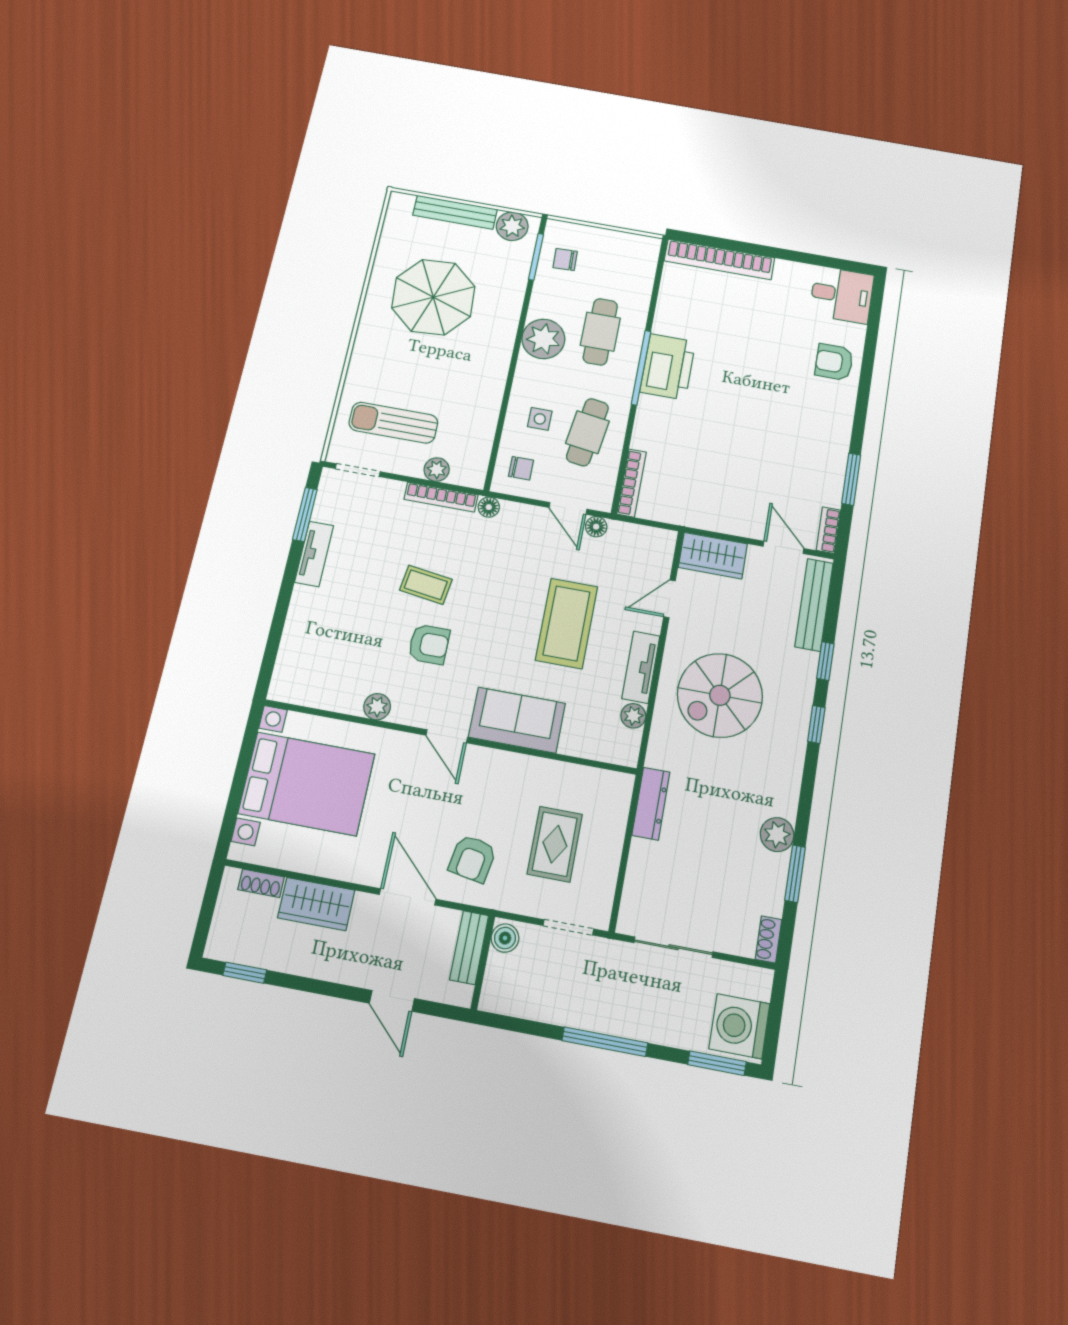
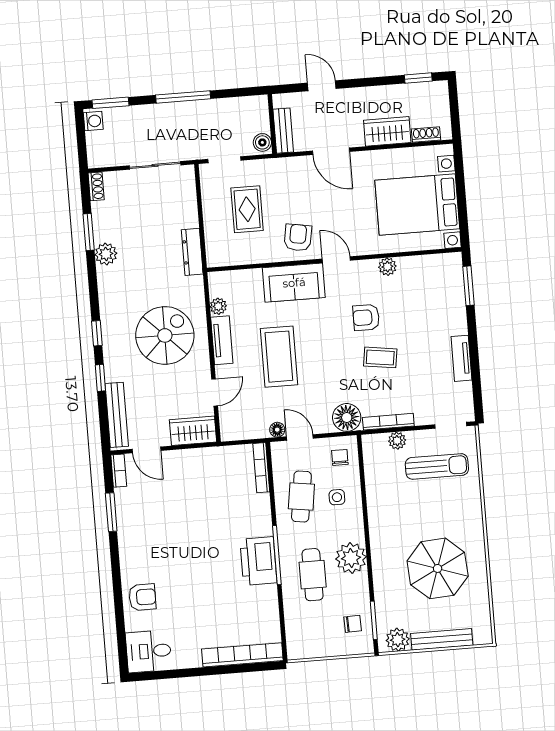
chair: (521, 468) -> (340, 457), turned 90
floor lamp: (489, 507) -> (347, 417), width x1.89, depth x1.89
window: (305, 514) -> (469, 286), moved
armchair: (472, 859) -> (298, 238), moved
washing machine: (739, 1026) -> (93, 121), width x0.53, depth x0.53

